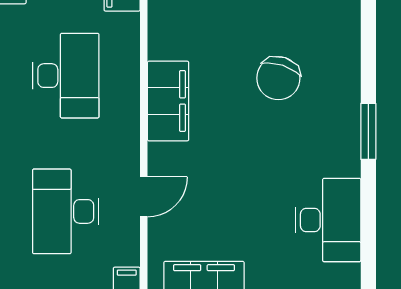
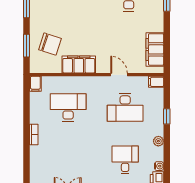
chair: (278, 78) -> (50, 44), moved

